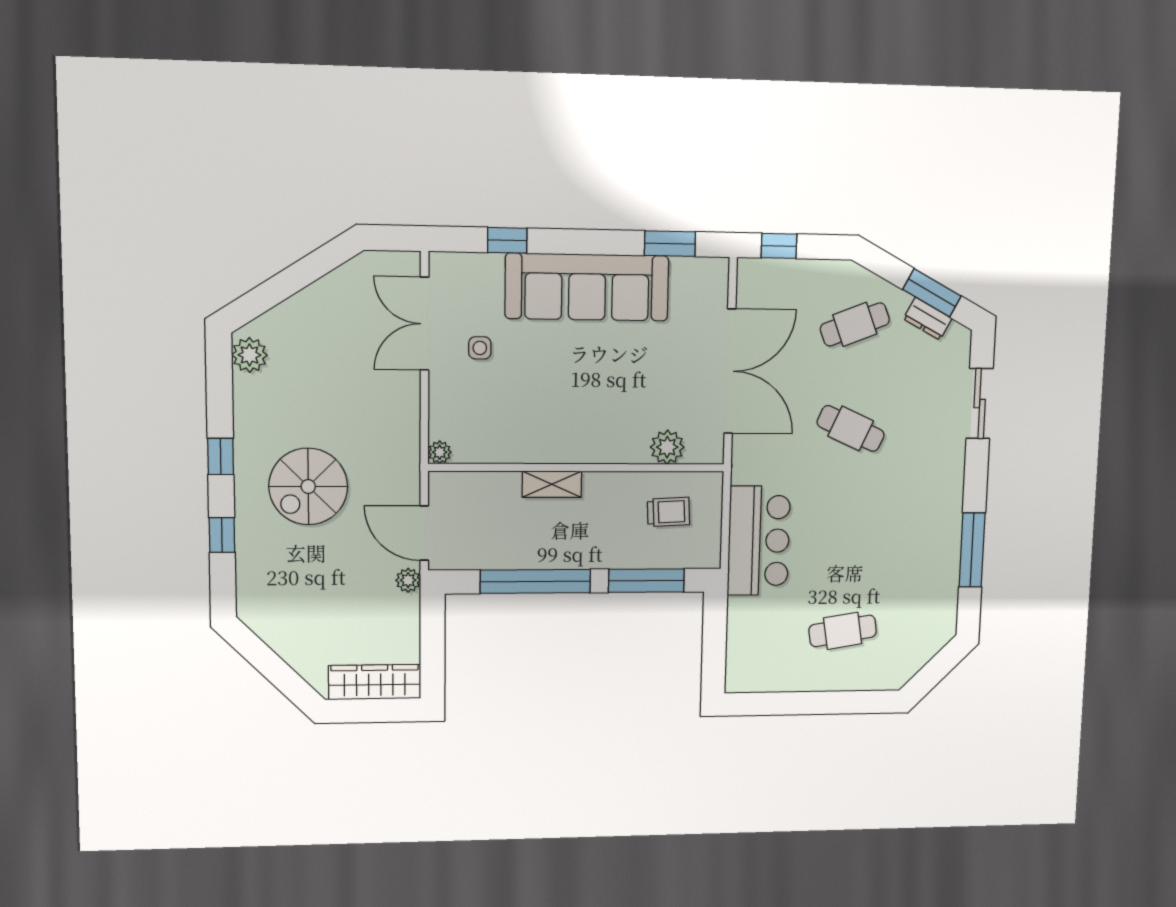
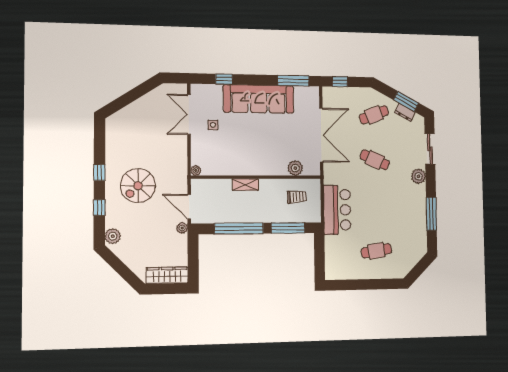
window: (670, 244) -> (293, 81), width x1.44
plant: (250, 355) -> (113, 236), moved
plant: (949, 466) -> (419, 176), added

